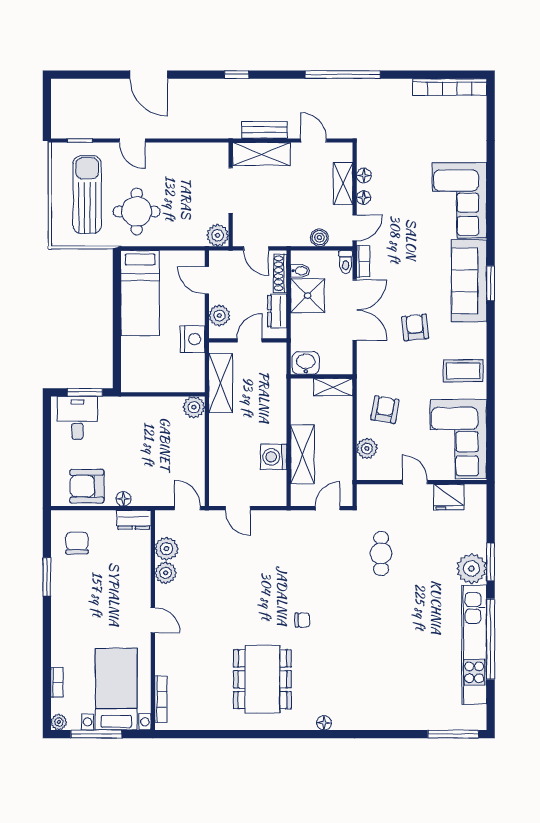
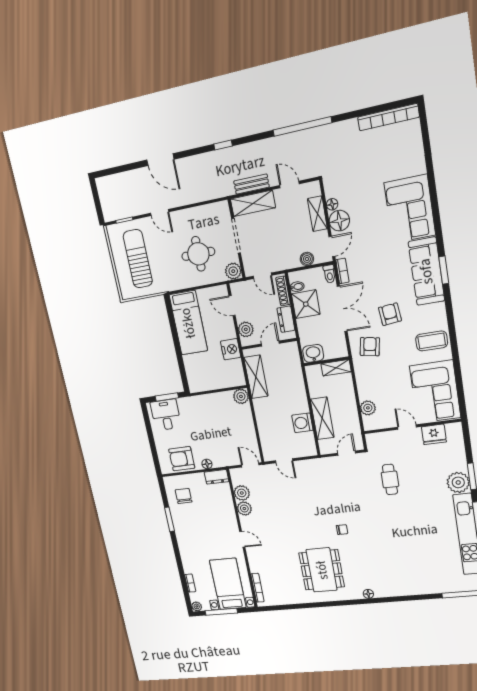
floor lamp: (364, 197) -> (339, 221), width x1.89, depth x1.89
round table: (137, 212) -> (198, 254), moved
armchair: (385, 410) -> (370, 347), moved

